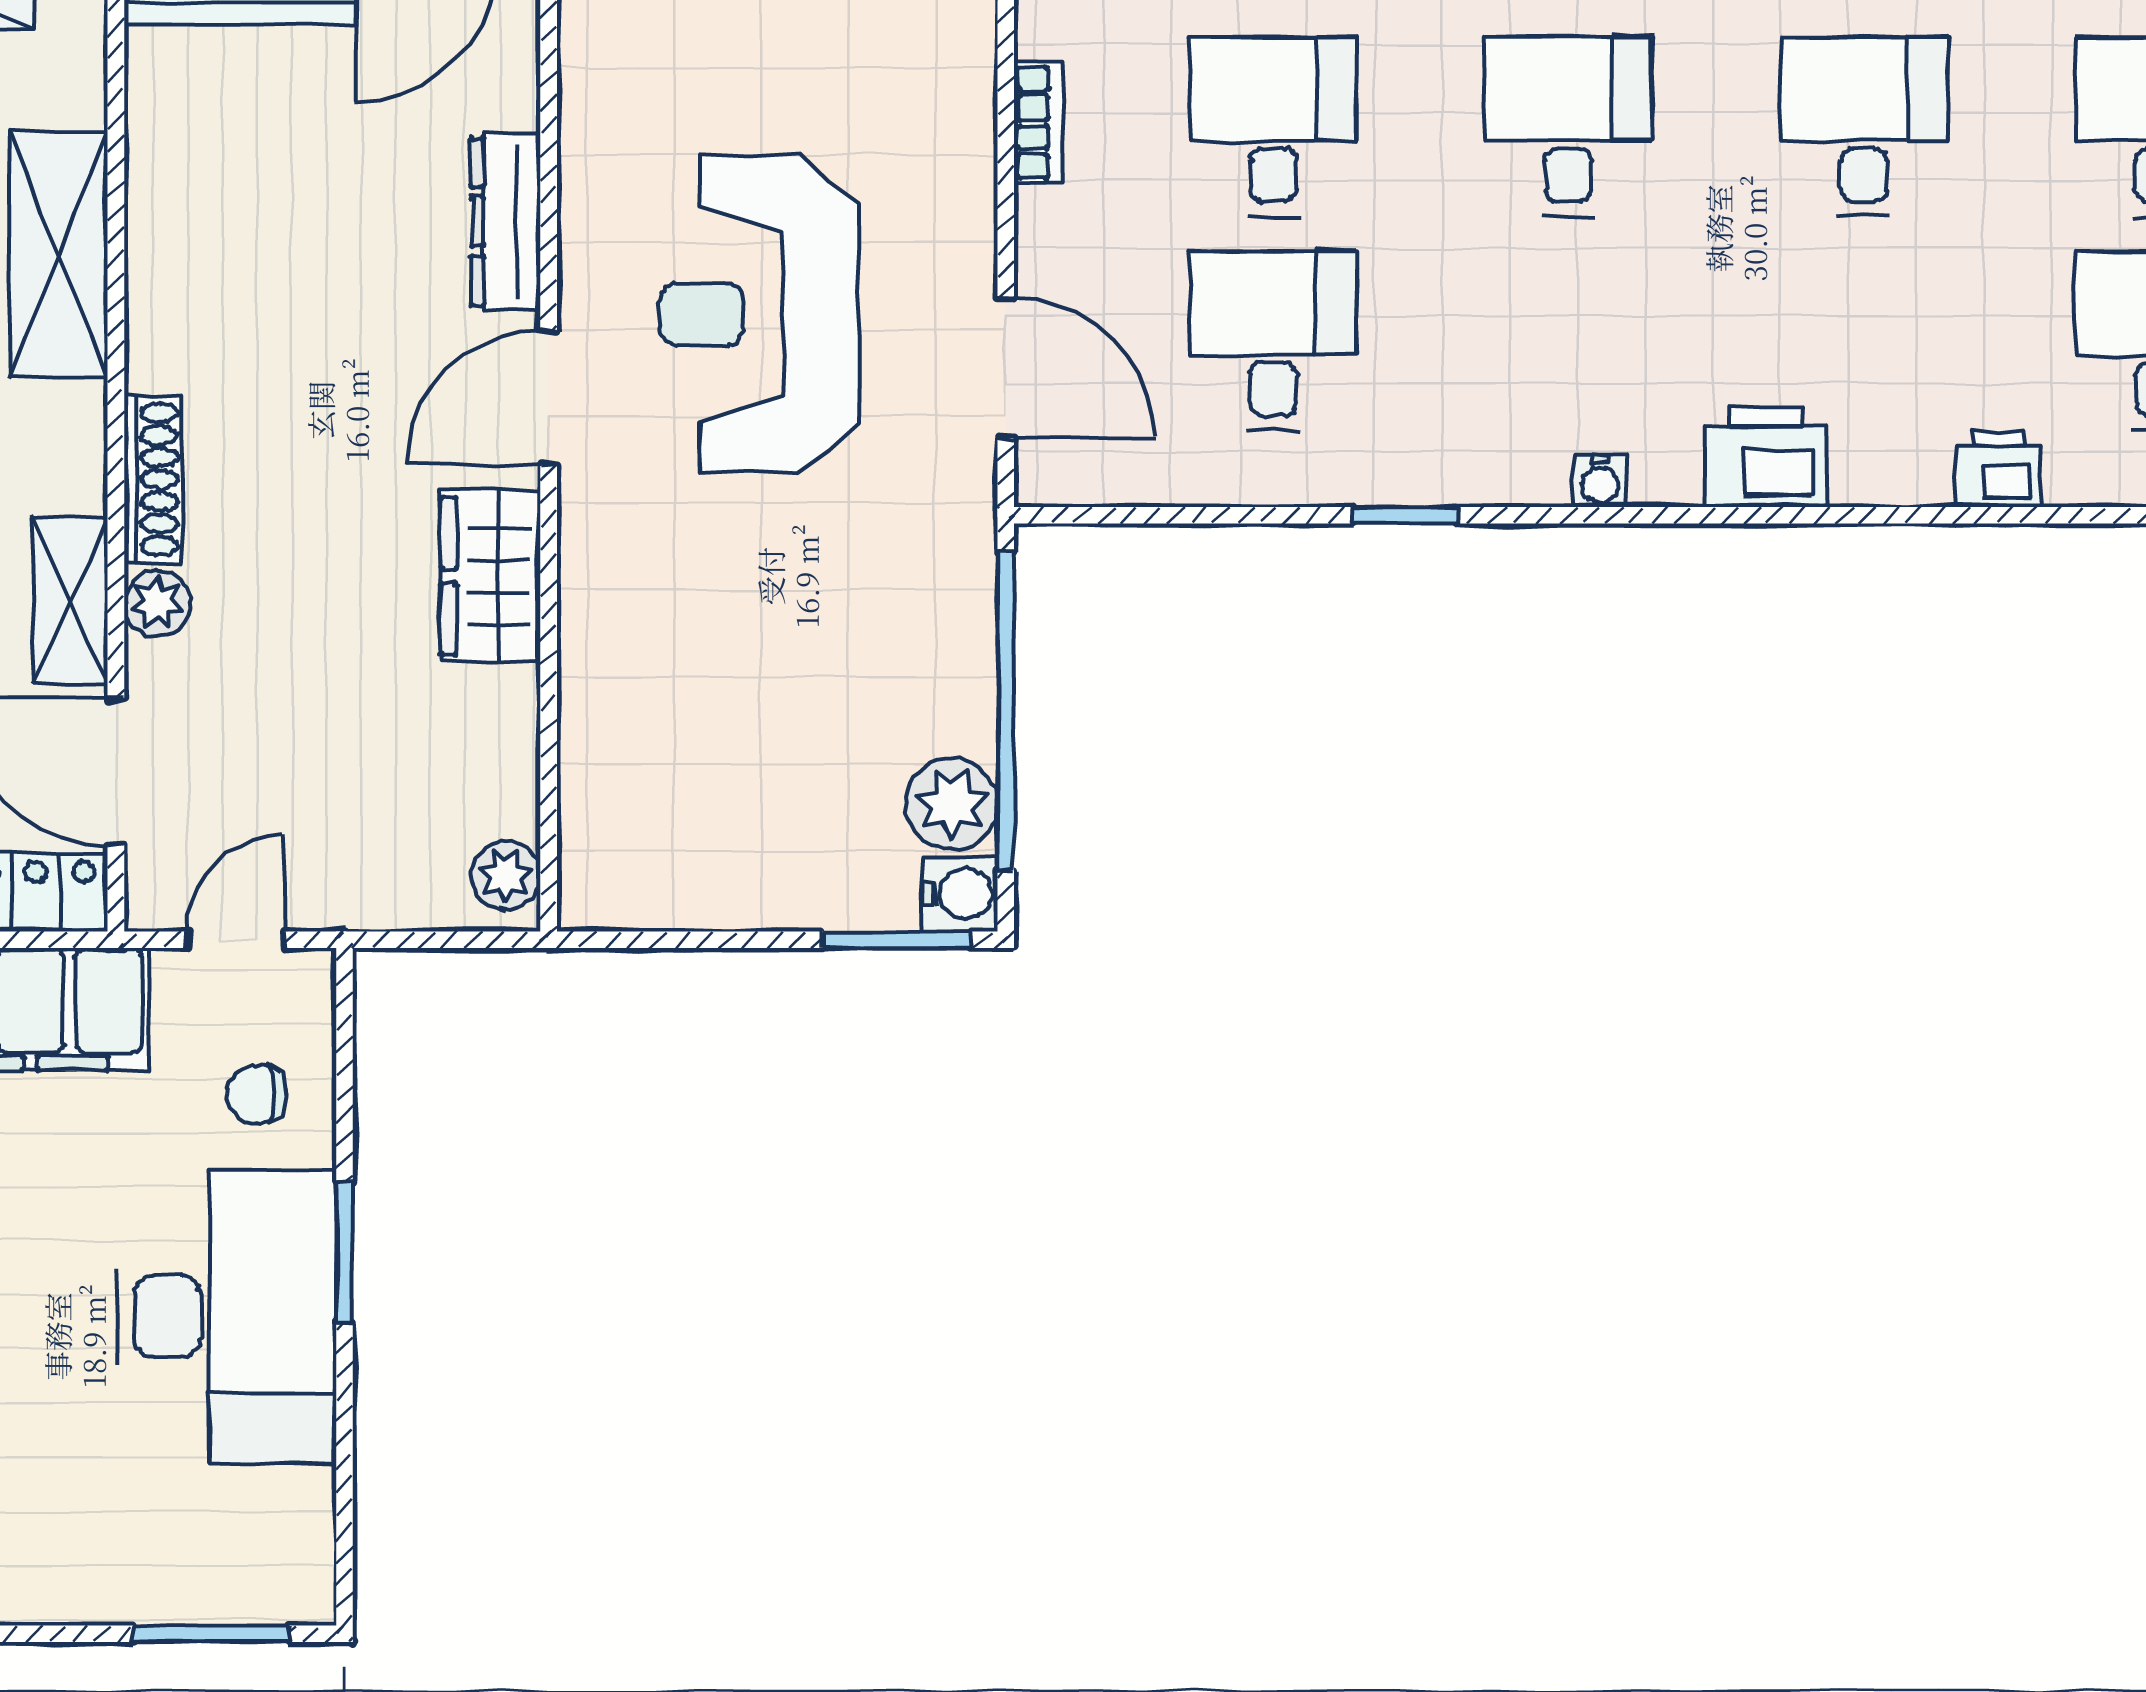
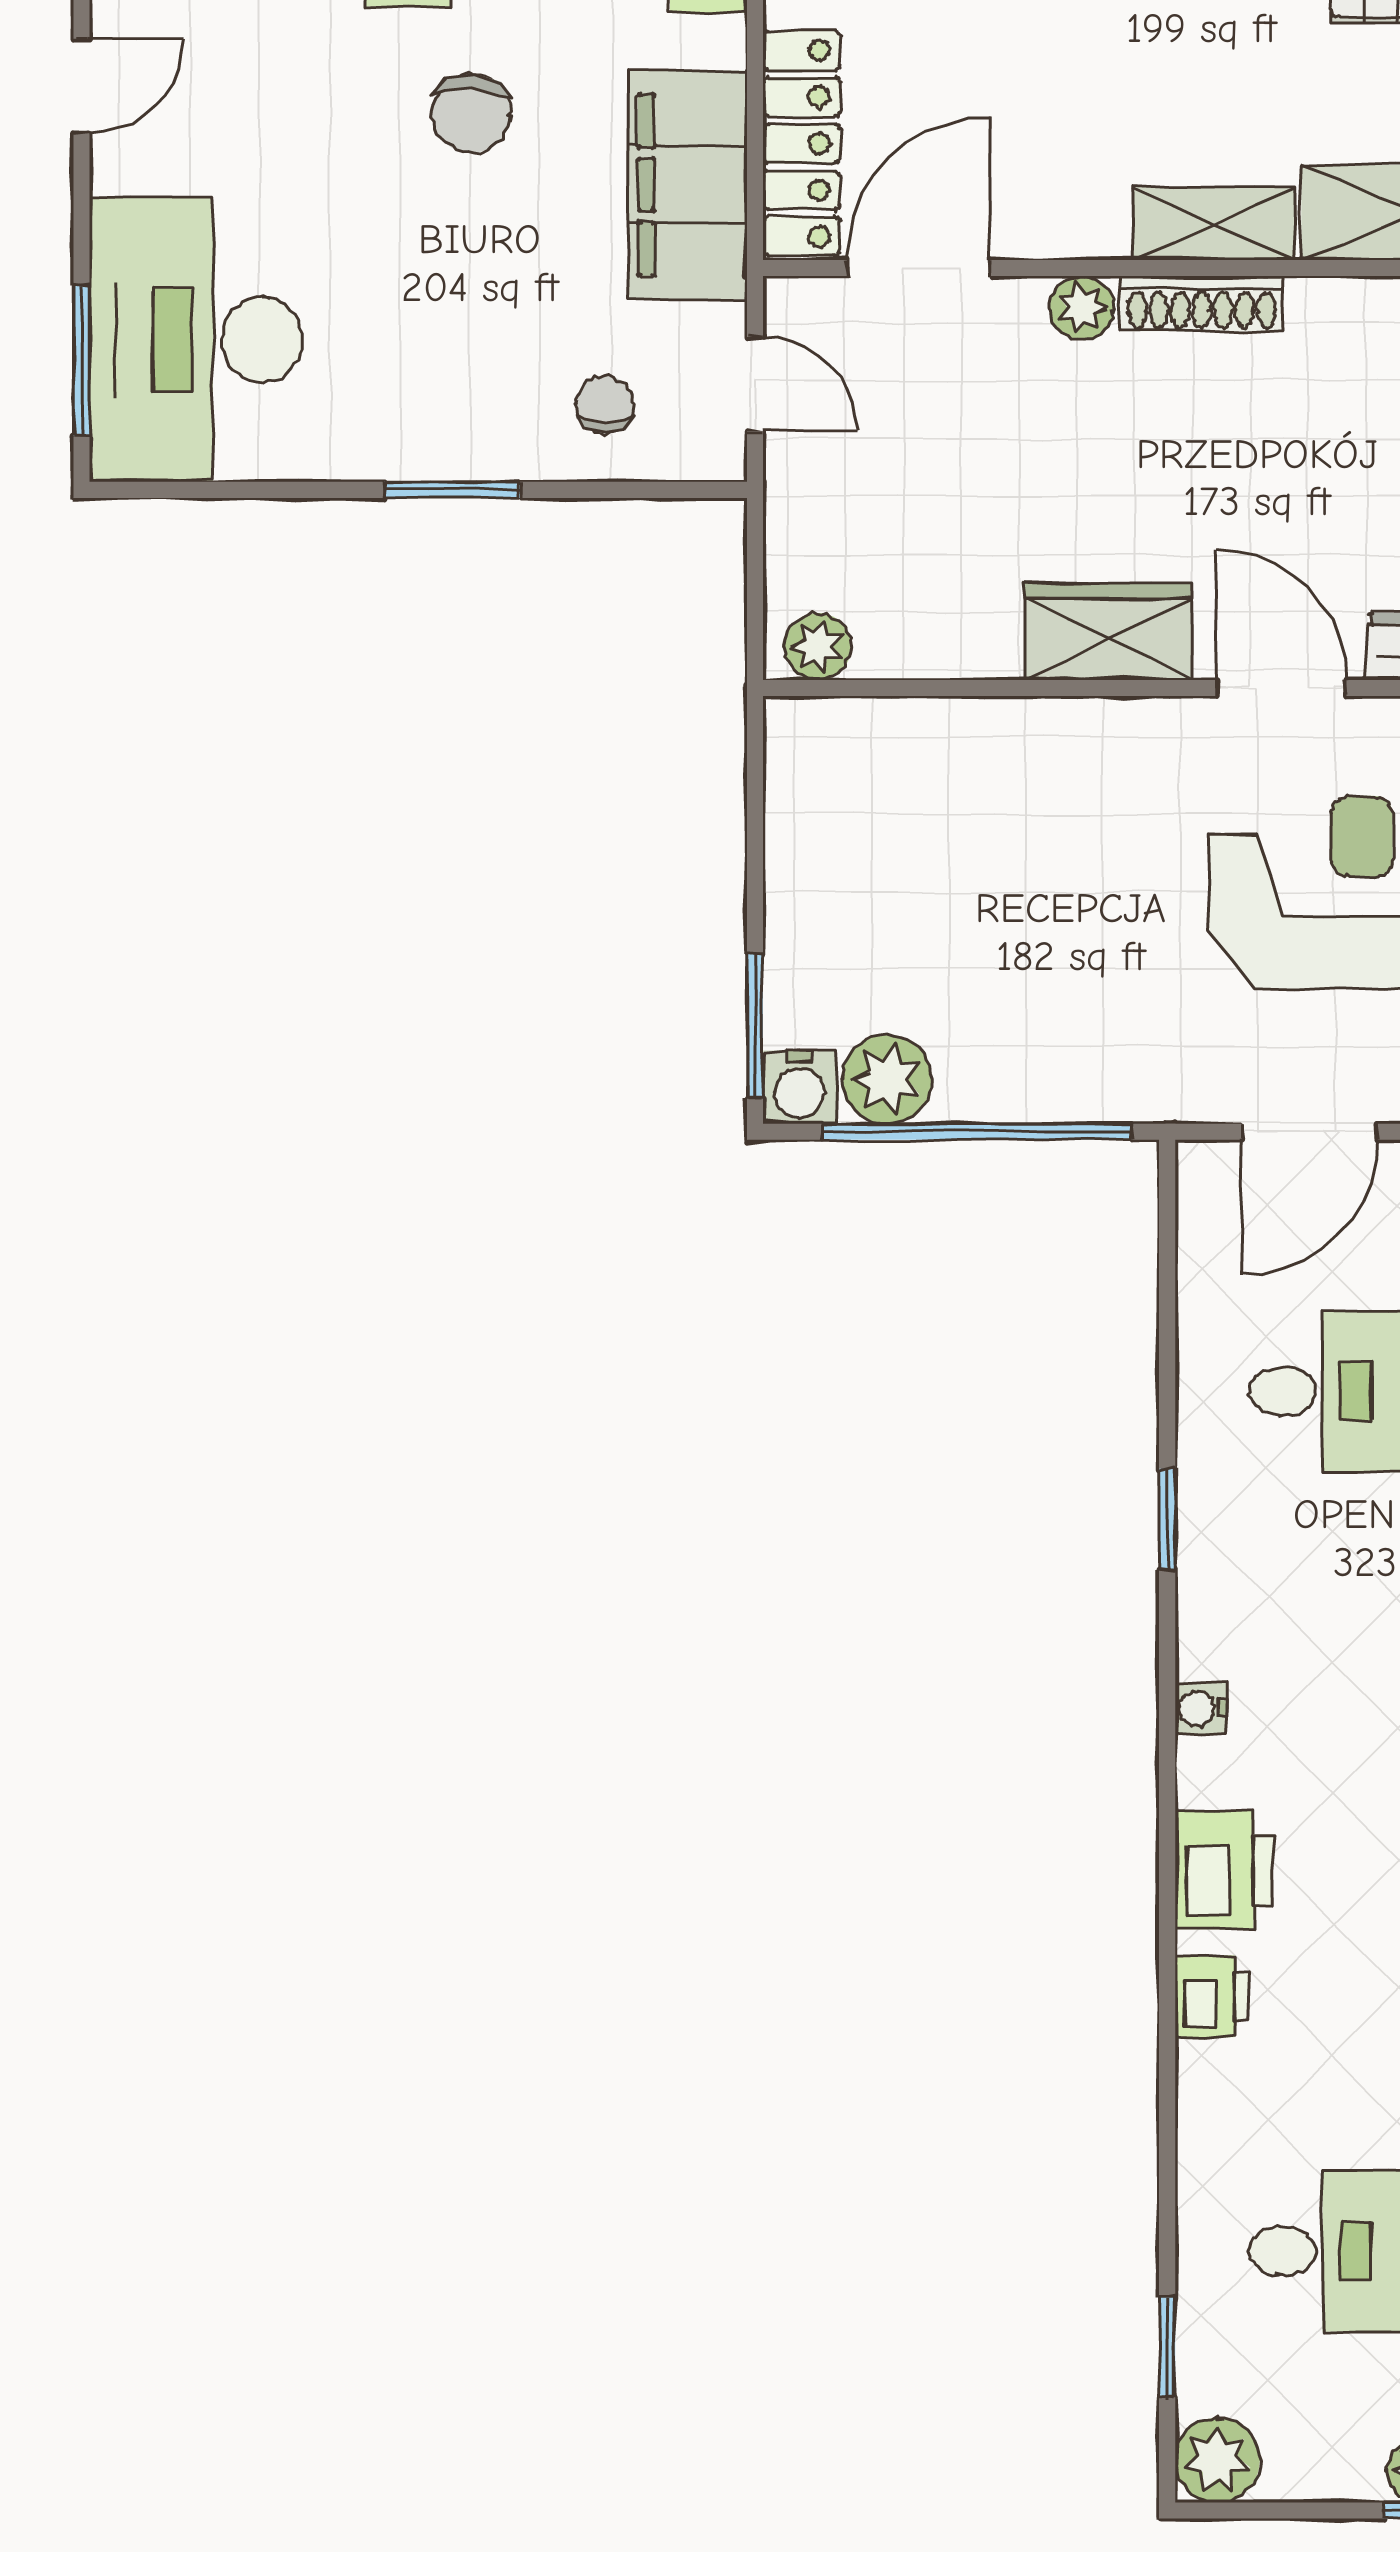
printer: (1999, 469) -> (1212, 1996), moved
shelving: (70, 601) -> (1214, 224), moved
desk: (227, 1317) -> (196, 340), moved, turned 90

